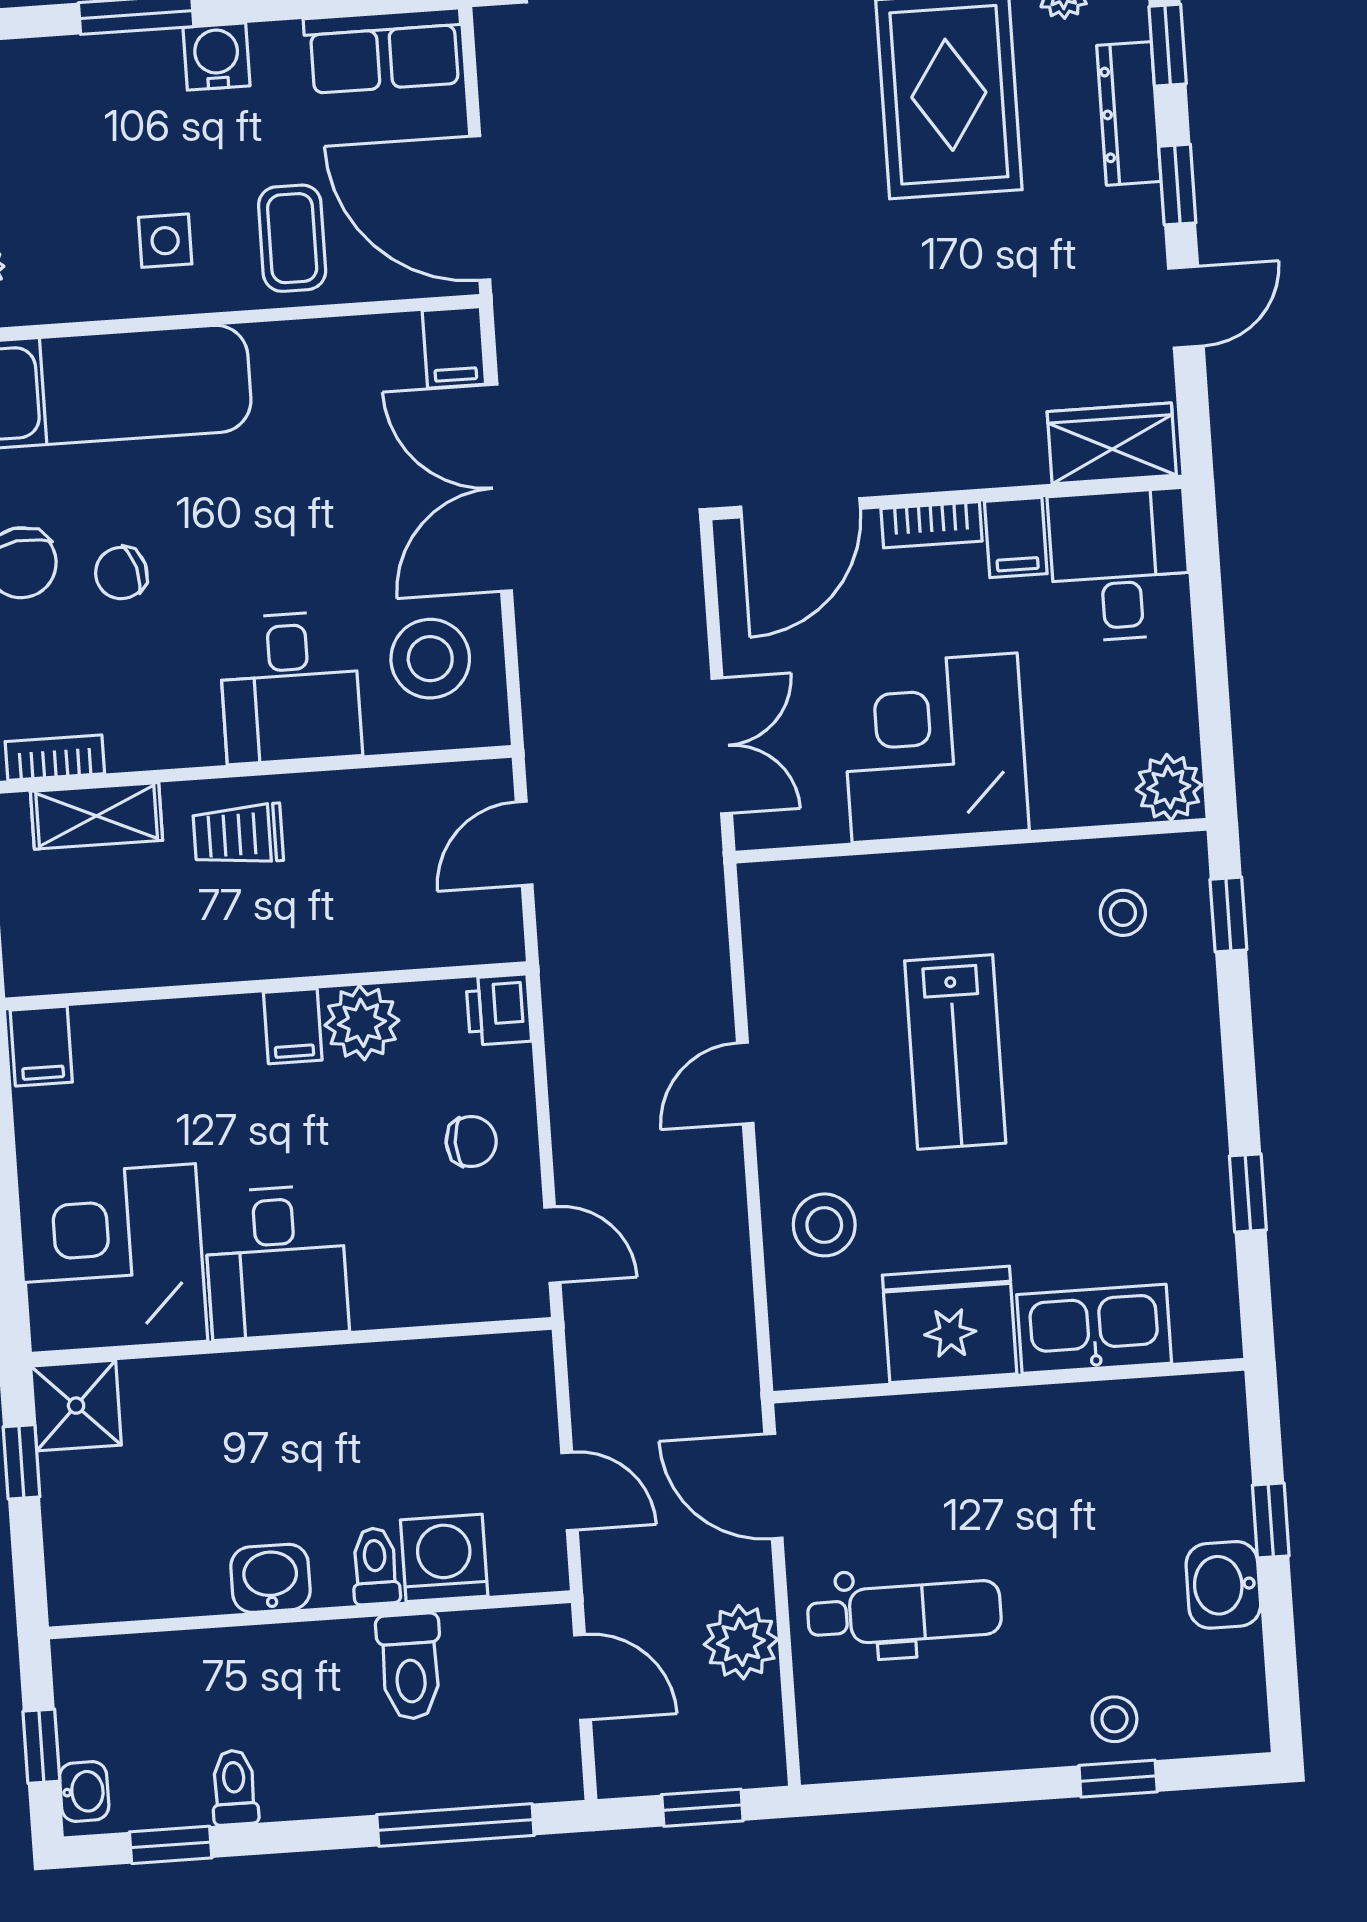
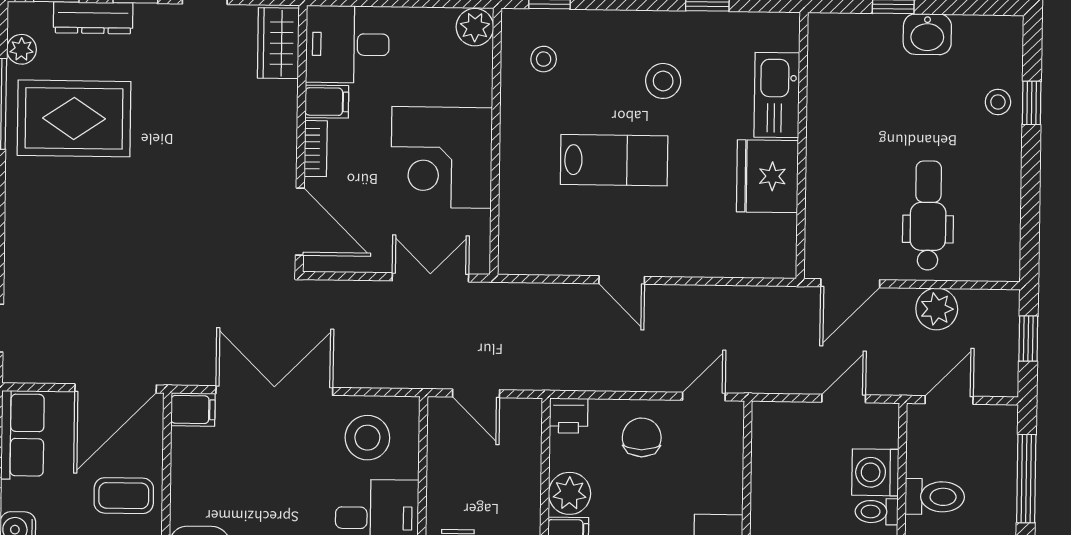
double door: (499, 488) -> (274, 391), swing flipped
chair: (471, 1141) -> (642, 437), width x1.37, depth x1.37
stool: (824, 1225) -> (663, 81), moved

